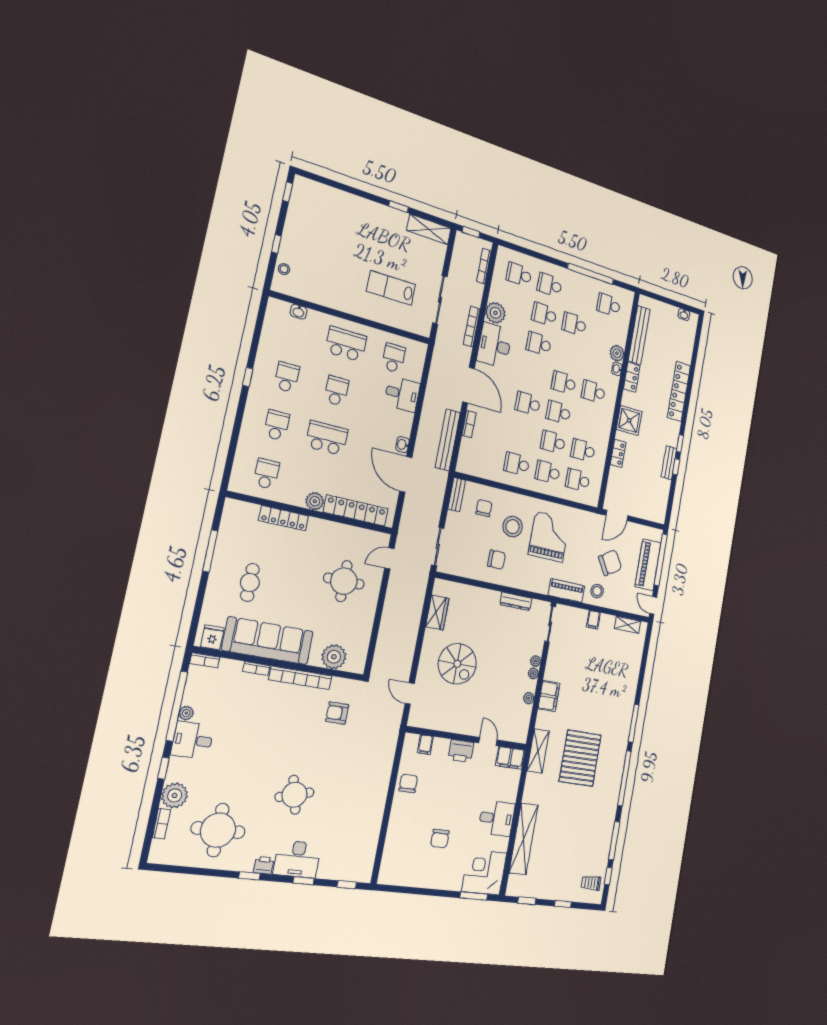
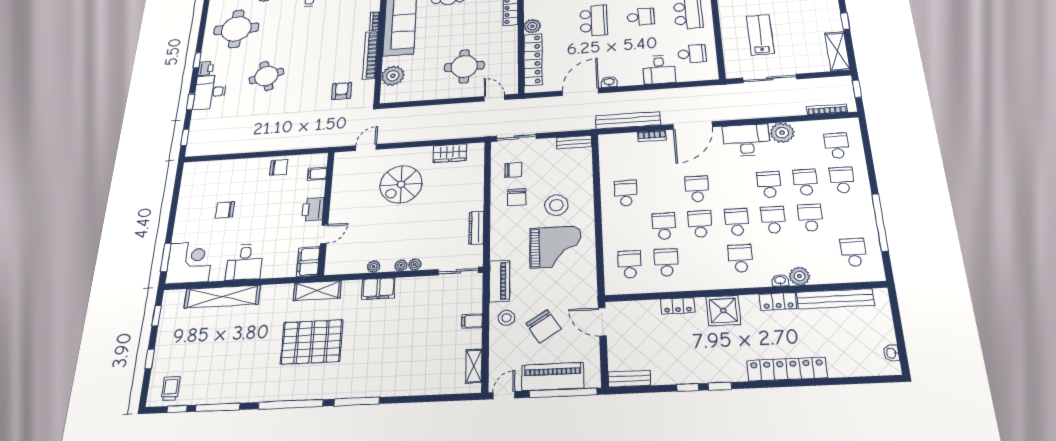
bookcase: (472, 327) -> (756, 114), removed
bench: (669, 463) -> (629, 379), moved
school desk: (548, 472) -> (773, 220), moved
chair: (484, 508) -> (513, 170), moved

